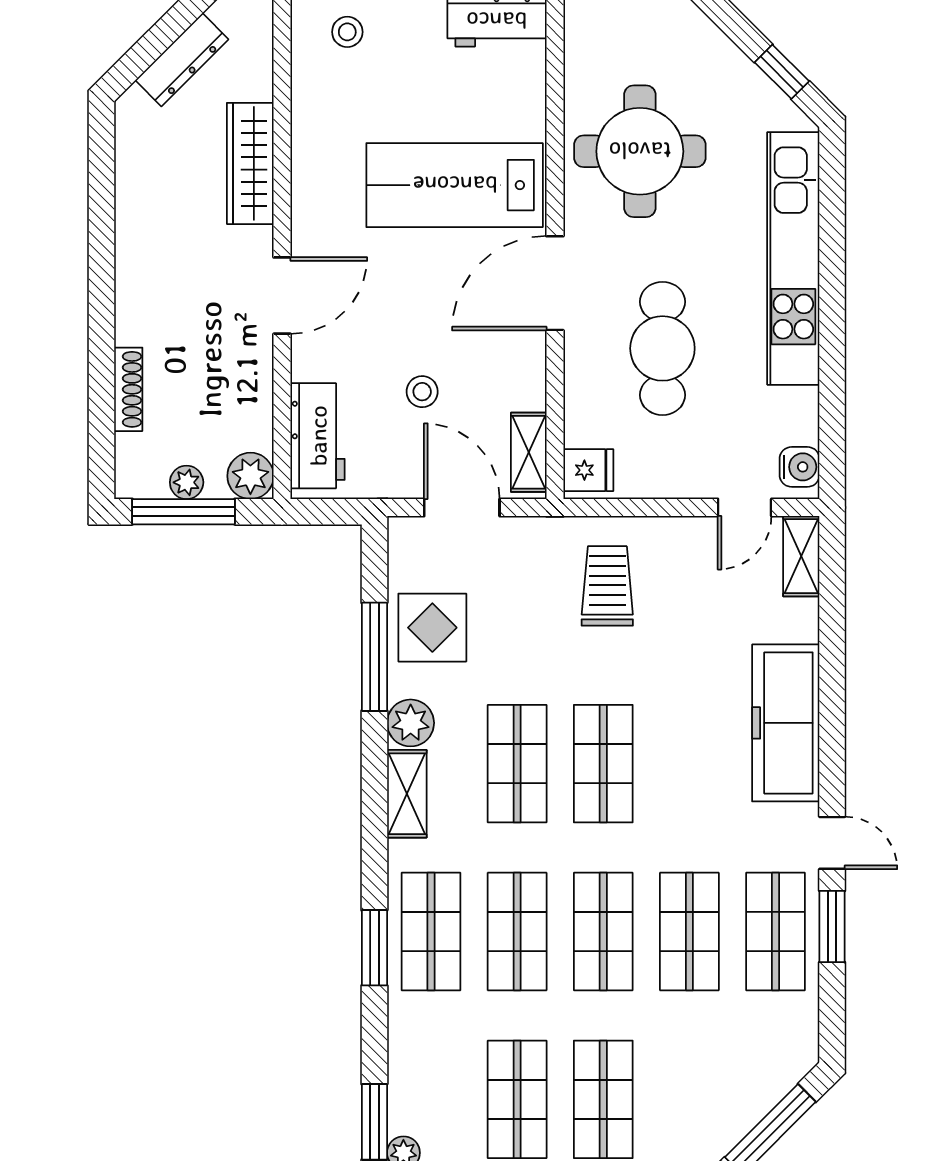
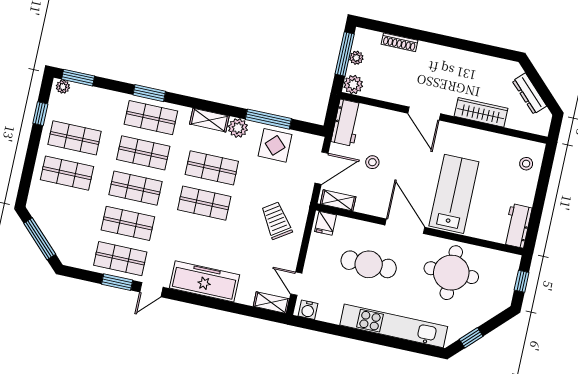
workbench: (318, 436) -> (347, 123), moved, turned -90
trolley: (607, 586) -> (276, 221), turned -124

